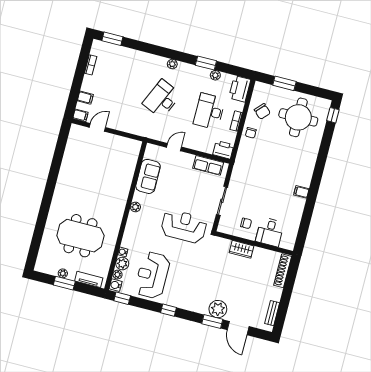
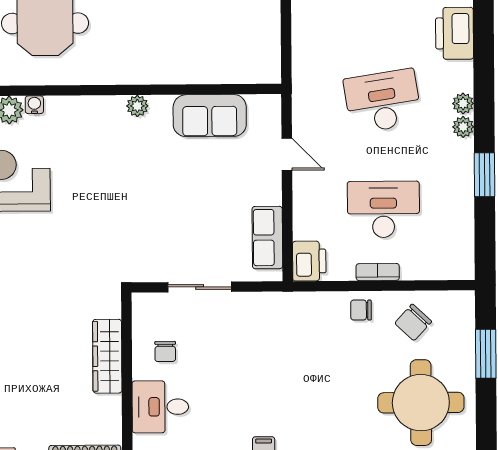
plant: (215, 75) -> (463, 127), moved
printer: (240, 89) -> (454, 33), moved, turned -90
desk: (162, 99) -> (383, 101), turned -33
reception desk: (184, 226) -> (124, 220), removed
wardrobe: (241, 249) -> (107, 356), width x1.50

